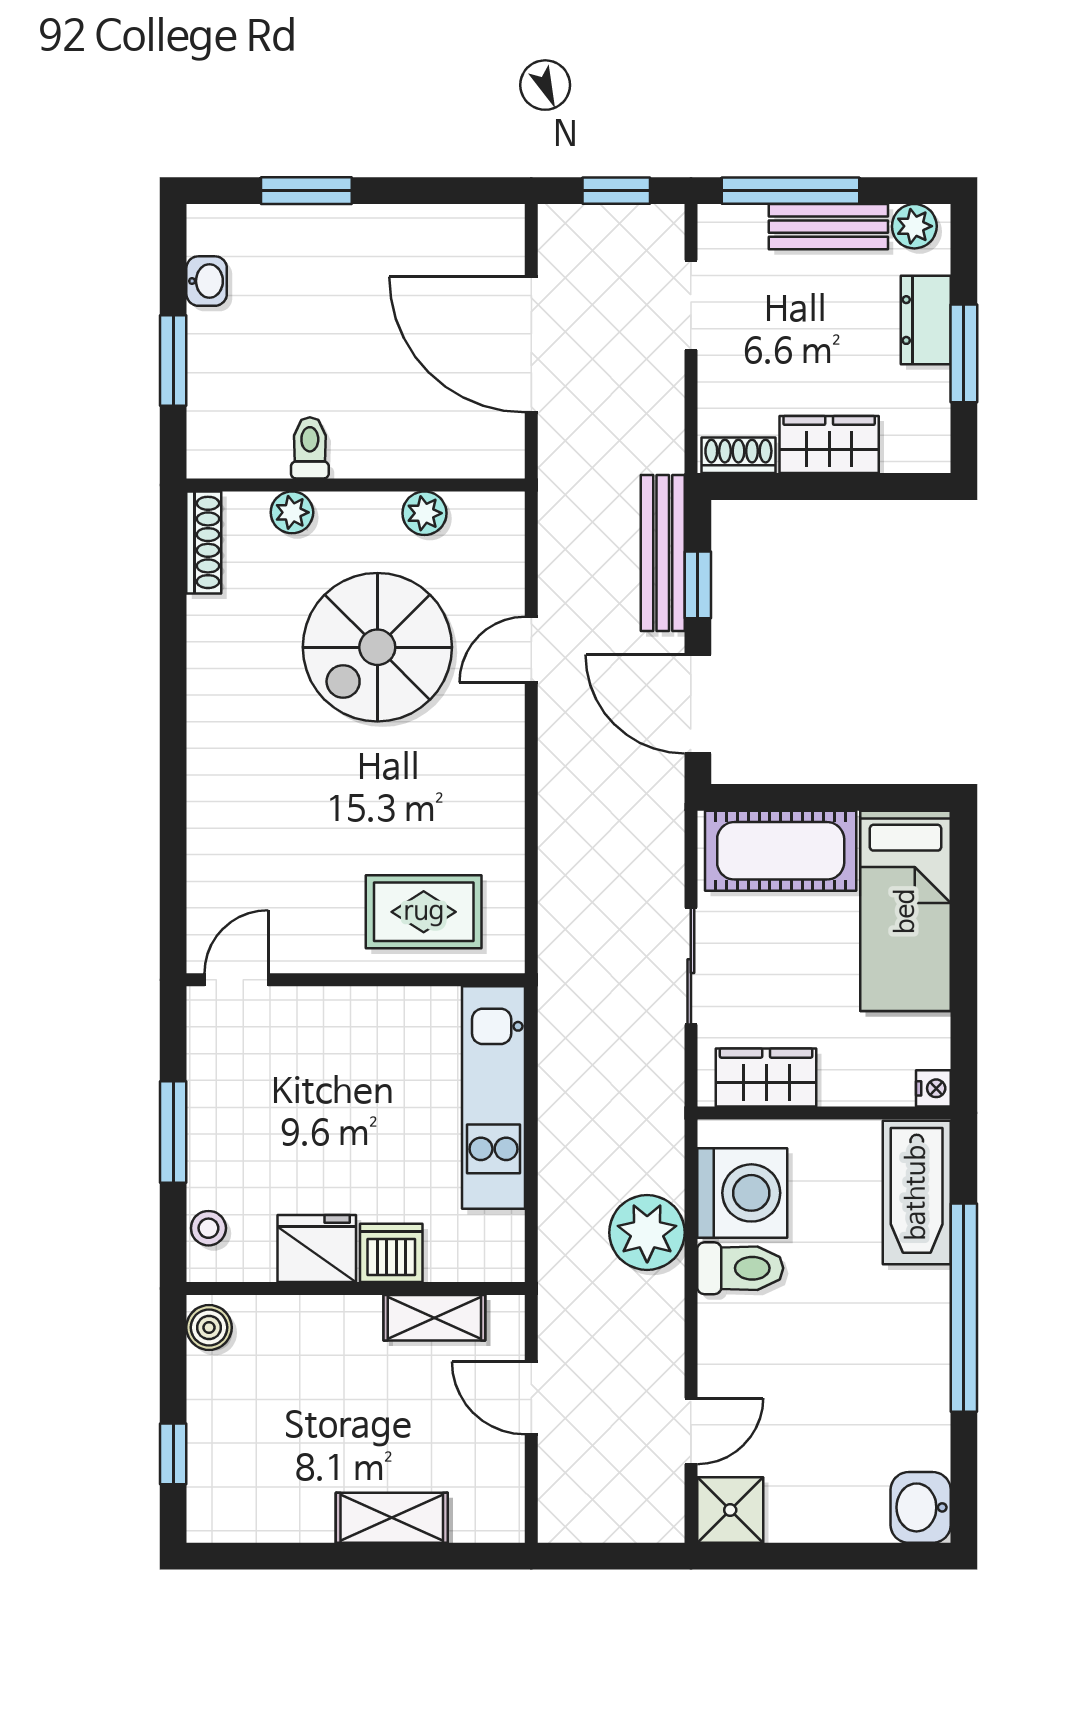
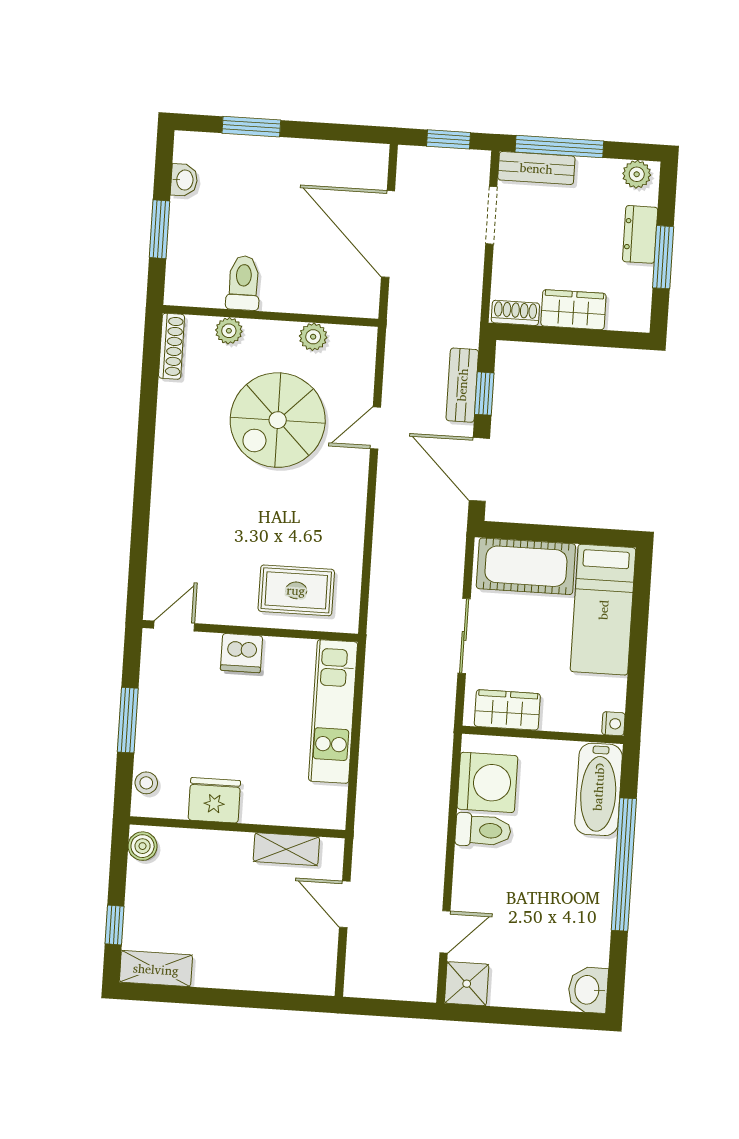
bench: (828, 227) -> (536, 168), moved
toilet: (310, 448) -> (243, 283), width x1.37, depth x1.39
bench: (663, 553) -> (462, 385), width x0.73
plant: (647, 1233) -> (425, 804), removed
dishwasher: (391, 1253) -> (241, 653), moved, turned 180
shelving: (392, 1518) -> (156, 969), moved

